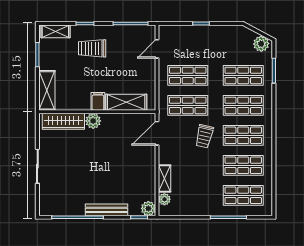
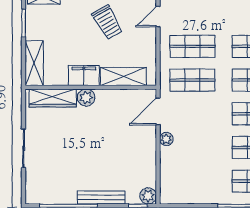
trolley: (92, 48) -> (107, 22), moved, turned -120
filing cabinet: (98, 101) -> (84, 76), width x2.00
trolley: (204, 136) -> (211, 115), removed
shelving: (165, 179) -> (166, 162), removed
plant: (164, 199) -> (166, 139), moved

